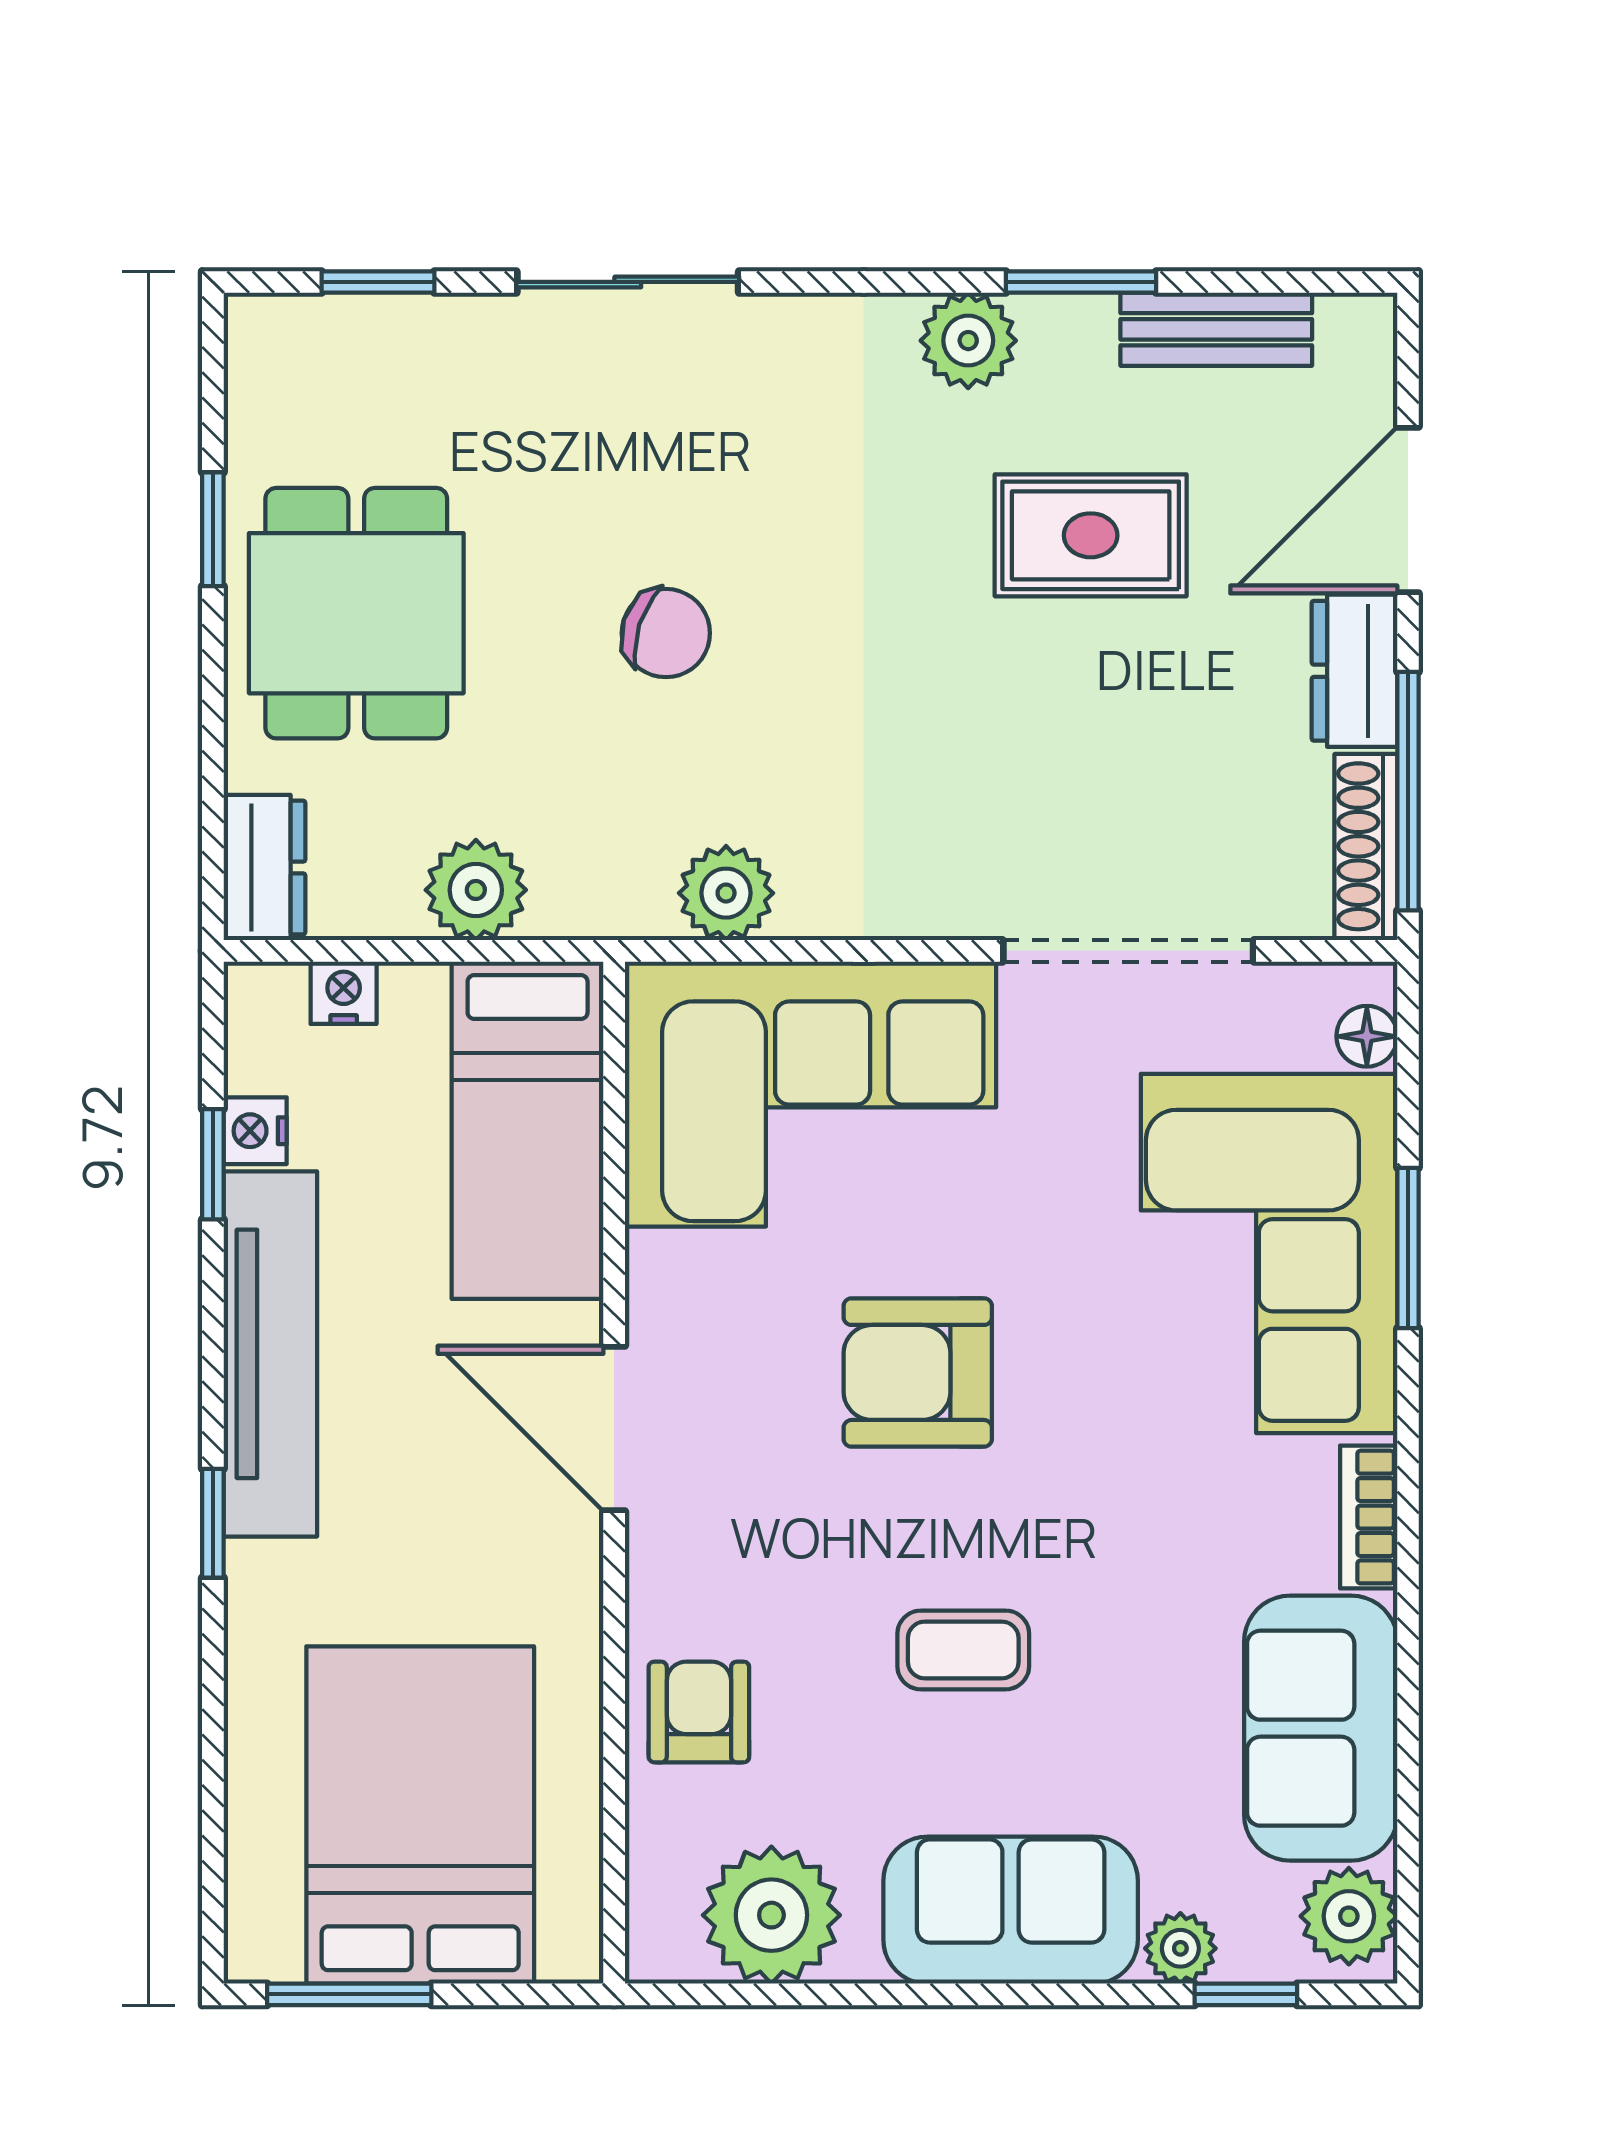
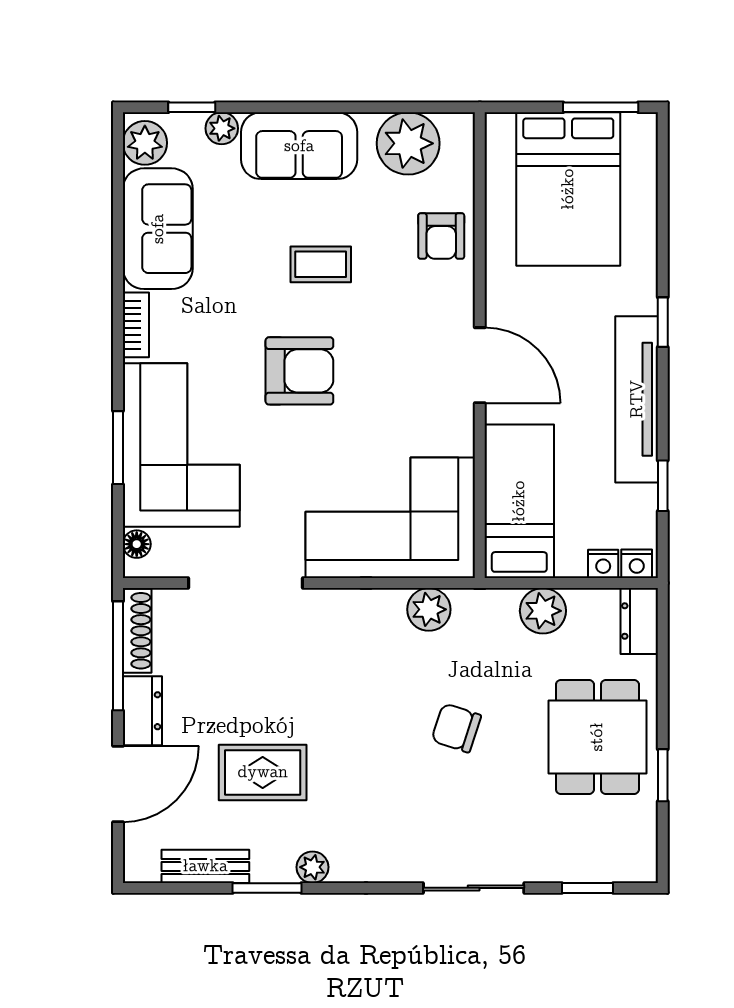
plant: (968, 341) -> (312, 867), width x0.73, depth x0.73
nightstand: (255, 1131) -> (637, 564), moved, turned 90
armchair: (918, 1372) -> (299, 371), moved

